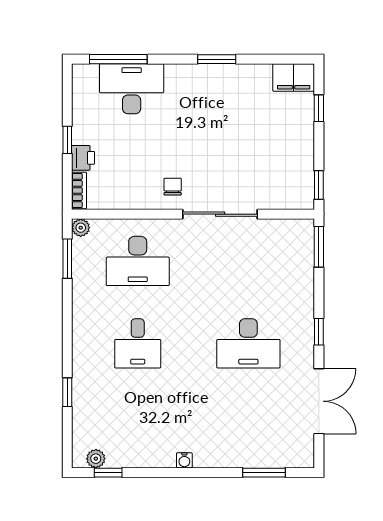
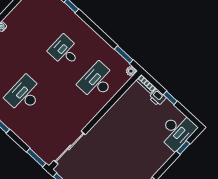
window: (118, 59) -> (183, 147), width x0.46
desk: (132, 89) -> (177, 131), moved
chair: (173, 187) -> (113, 122), removed
sliding door: (220, 214) -> (70, 147), moved

